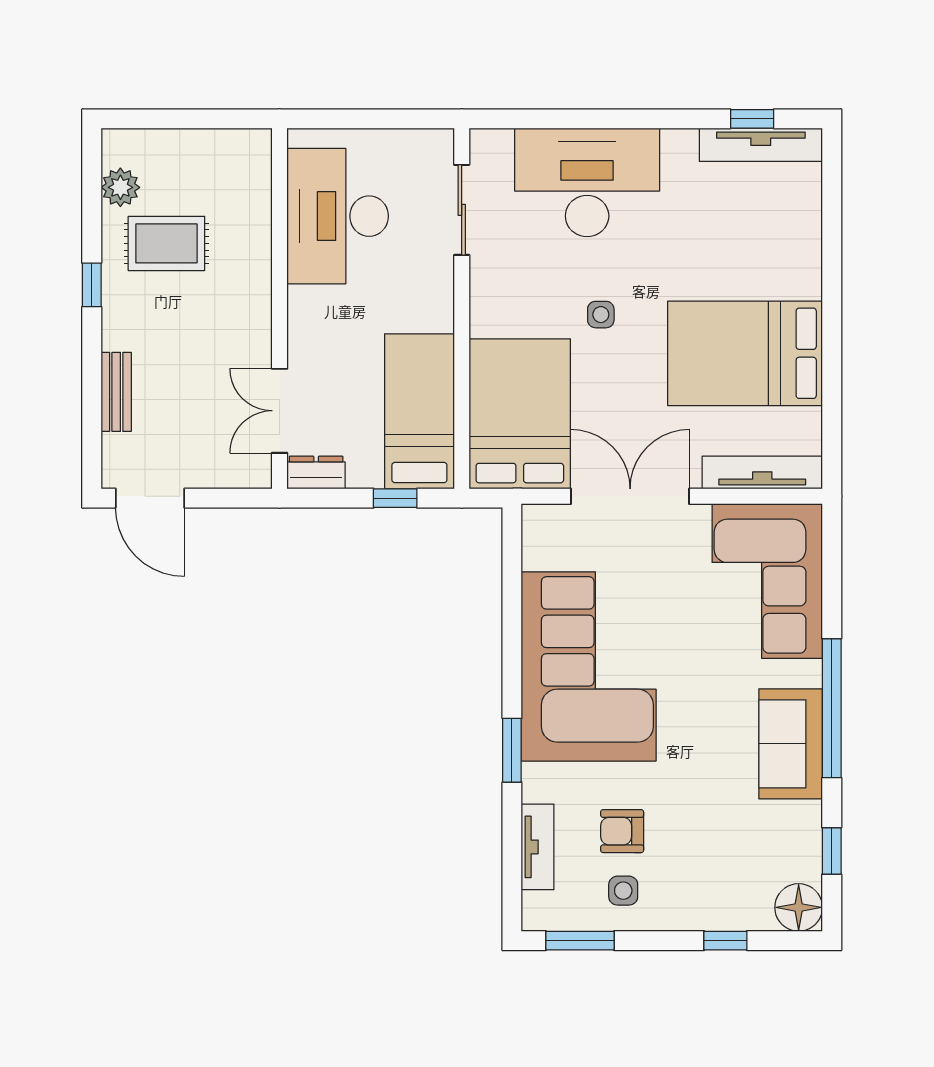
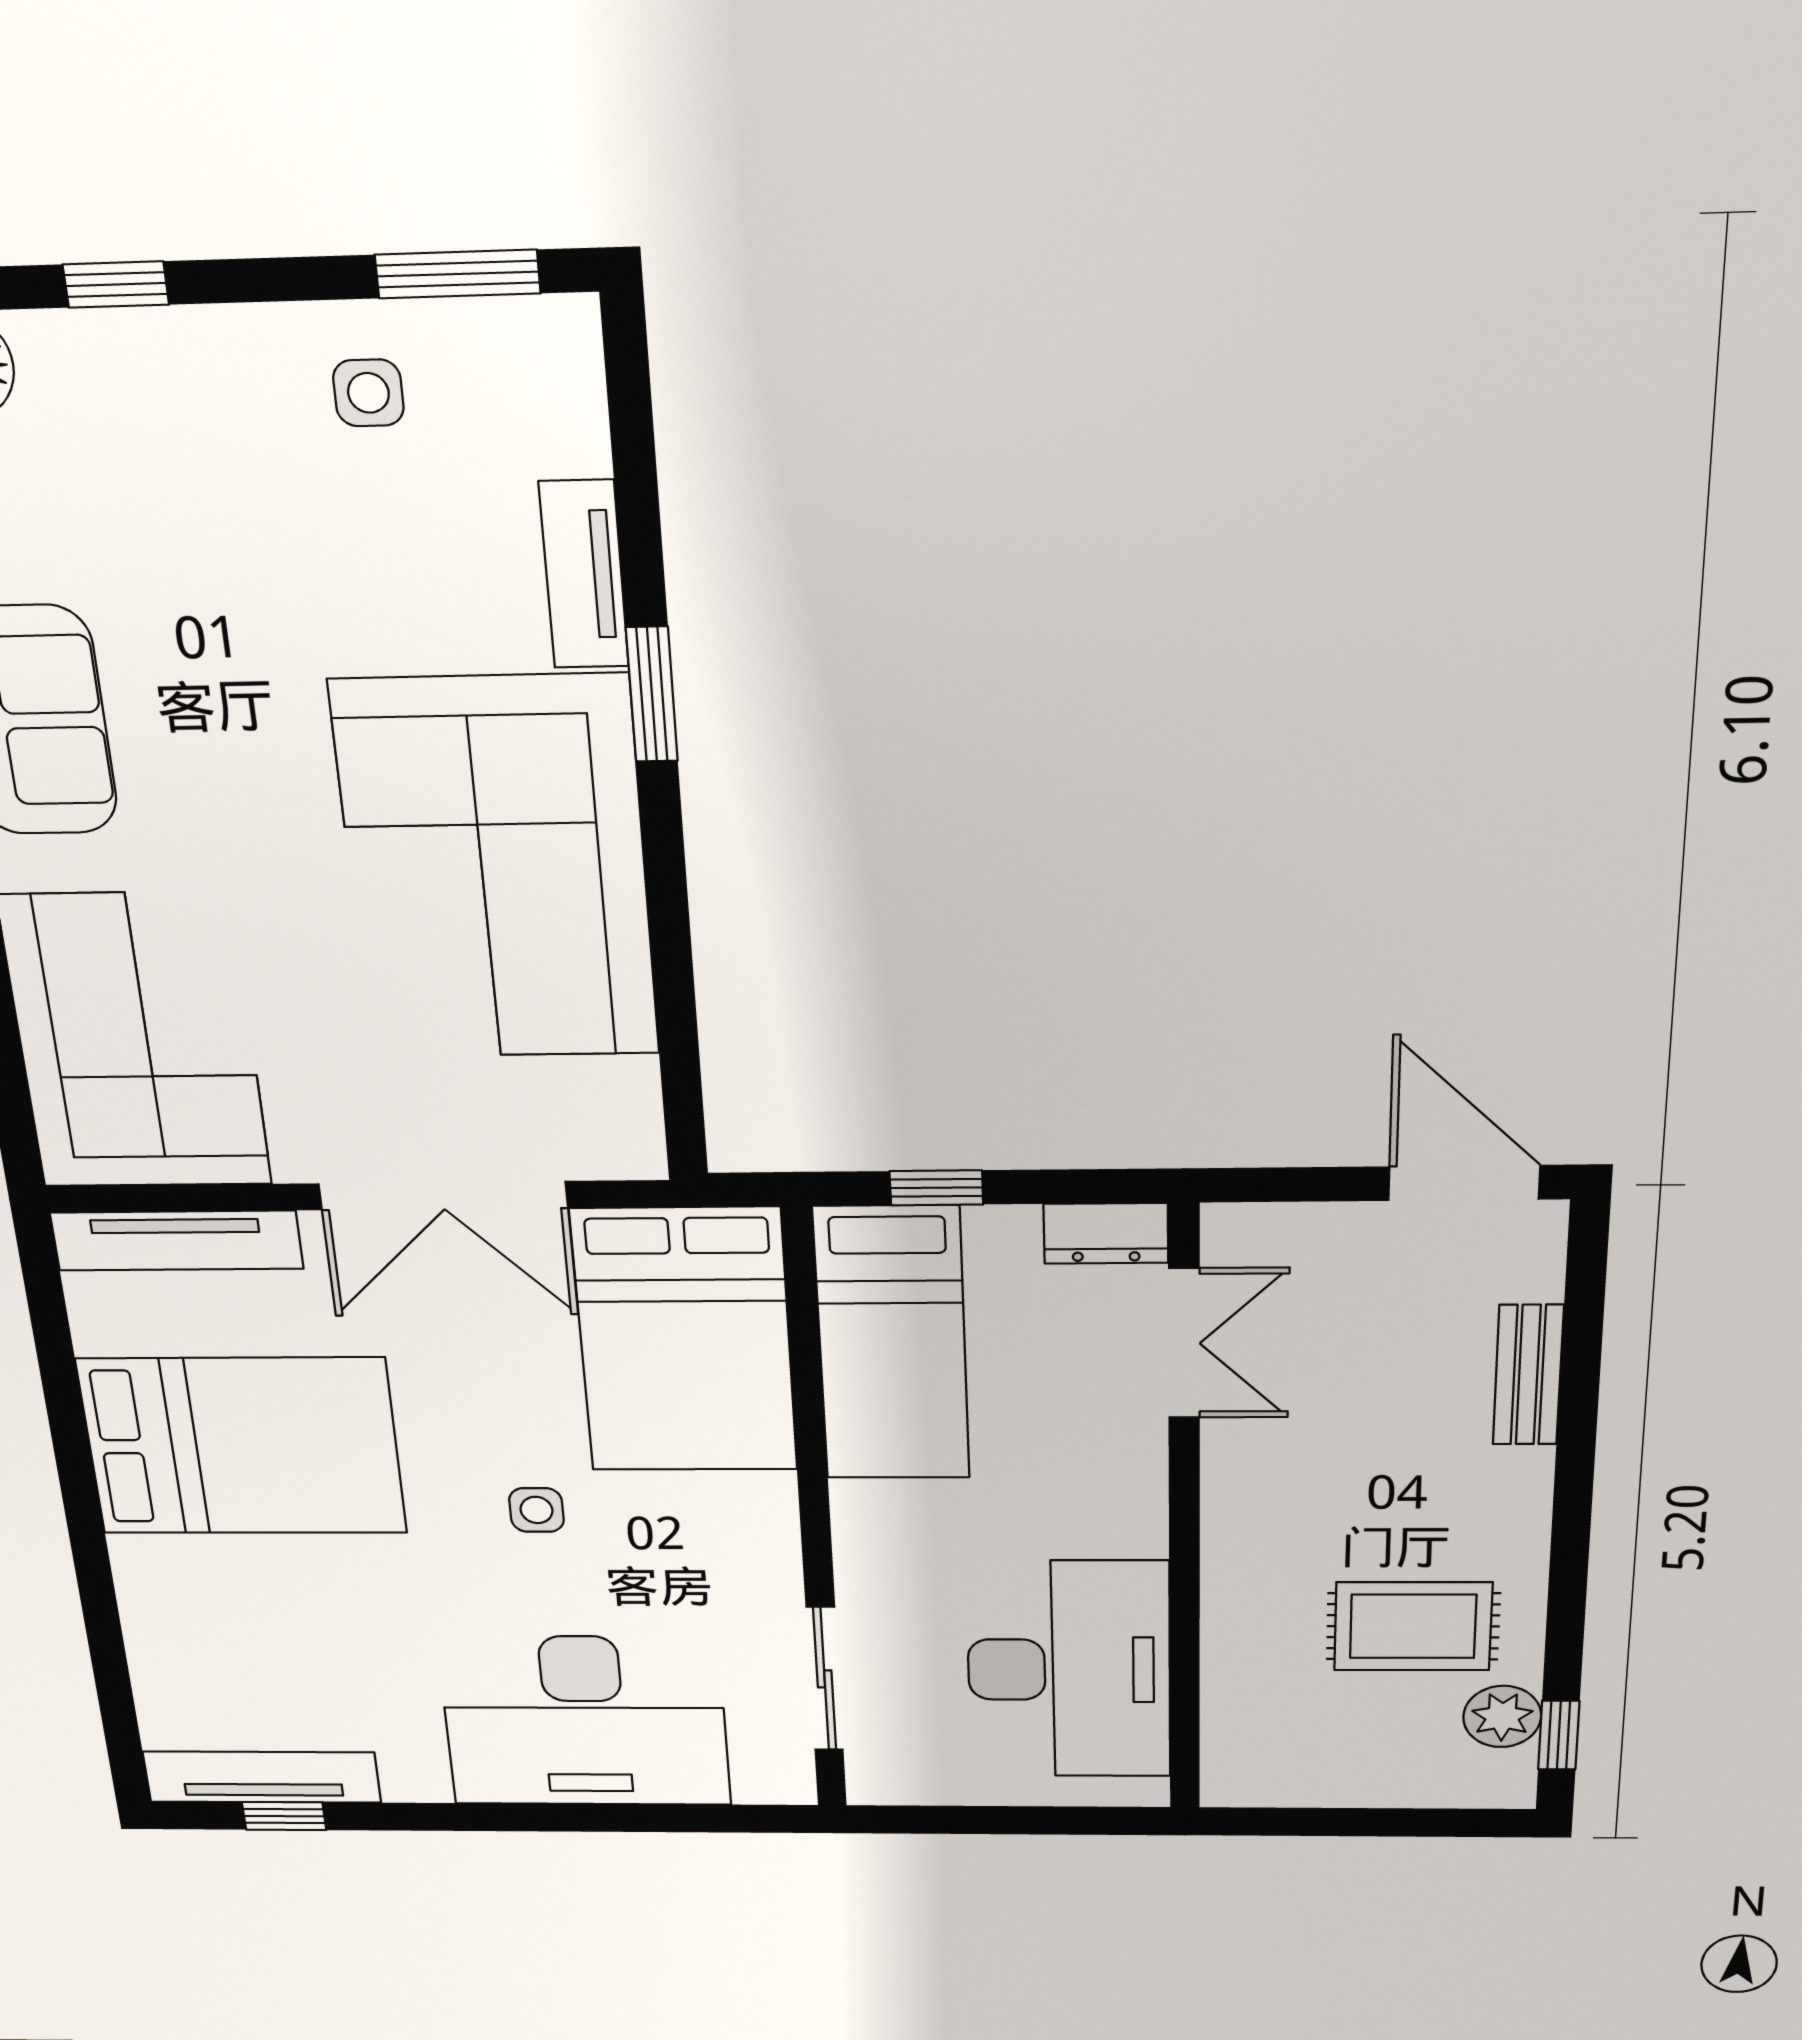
window: (92, 285) -> (1559, 1735), moved
armchair: (622, 831) -> (386, 526), removed
tv unit: (538, 847) -> (584, 575), moved

